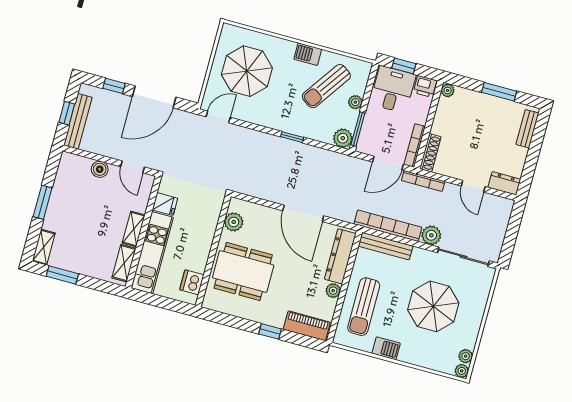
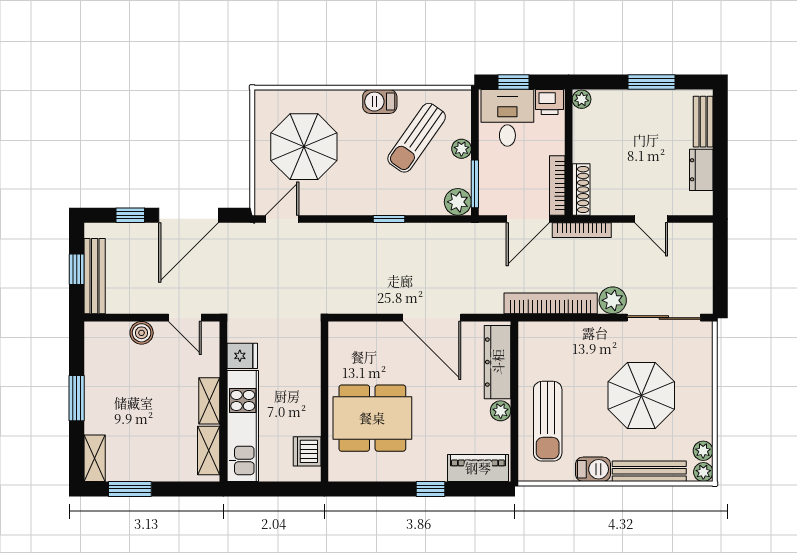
dresser: (504, 183) -> (701, 170), moved, turned -90
plant: (234, 222) -> (341, 355), removed
bench: (386, 246) -> (649, 471), moved

